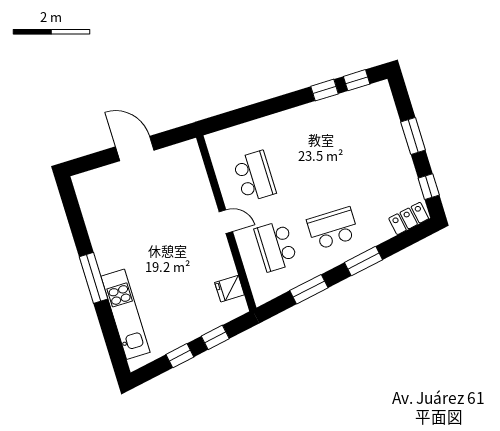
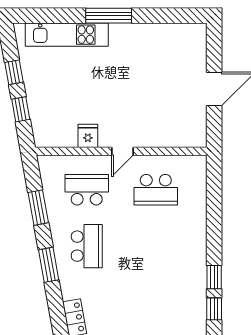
fridge: (230, 289) -> (88, 136), moved

